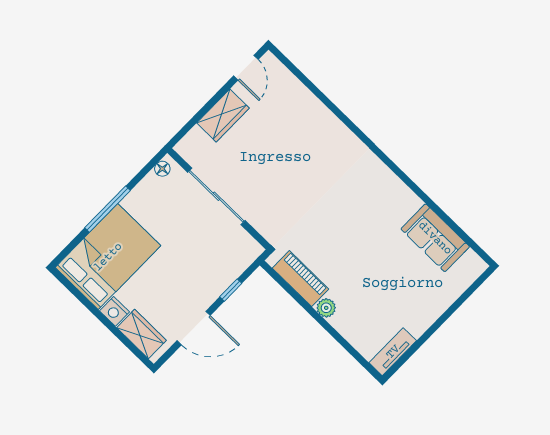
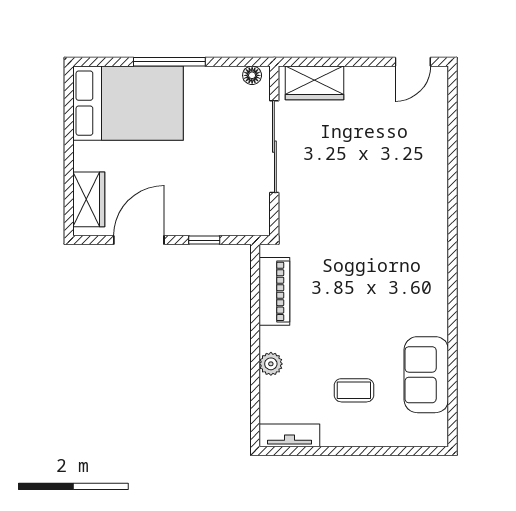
wardrobe: (223, 116) -> (315, 83), moved
coffee table: (403, 289) -> (354, 390), added
plant: (326, 308) -> (271, 364), moved
nightstand: (114, 311) -> (85, 156), removed
door: (194, 328) -> (139, 240), swing flipped

